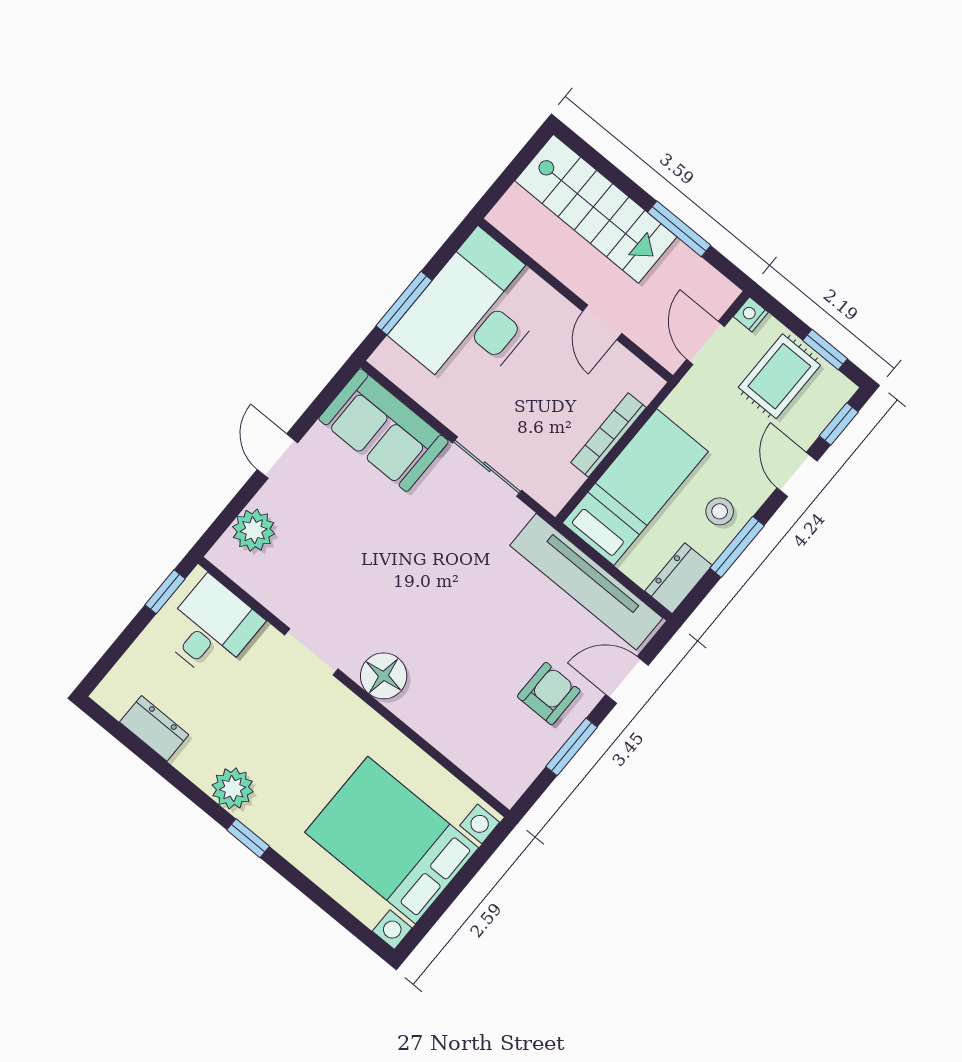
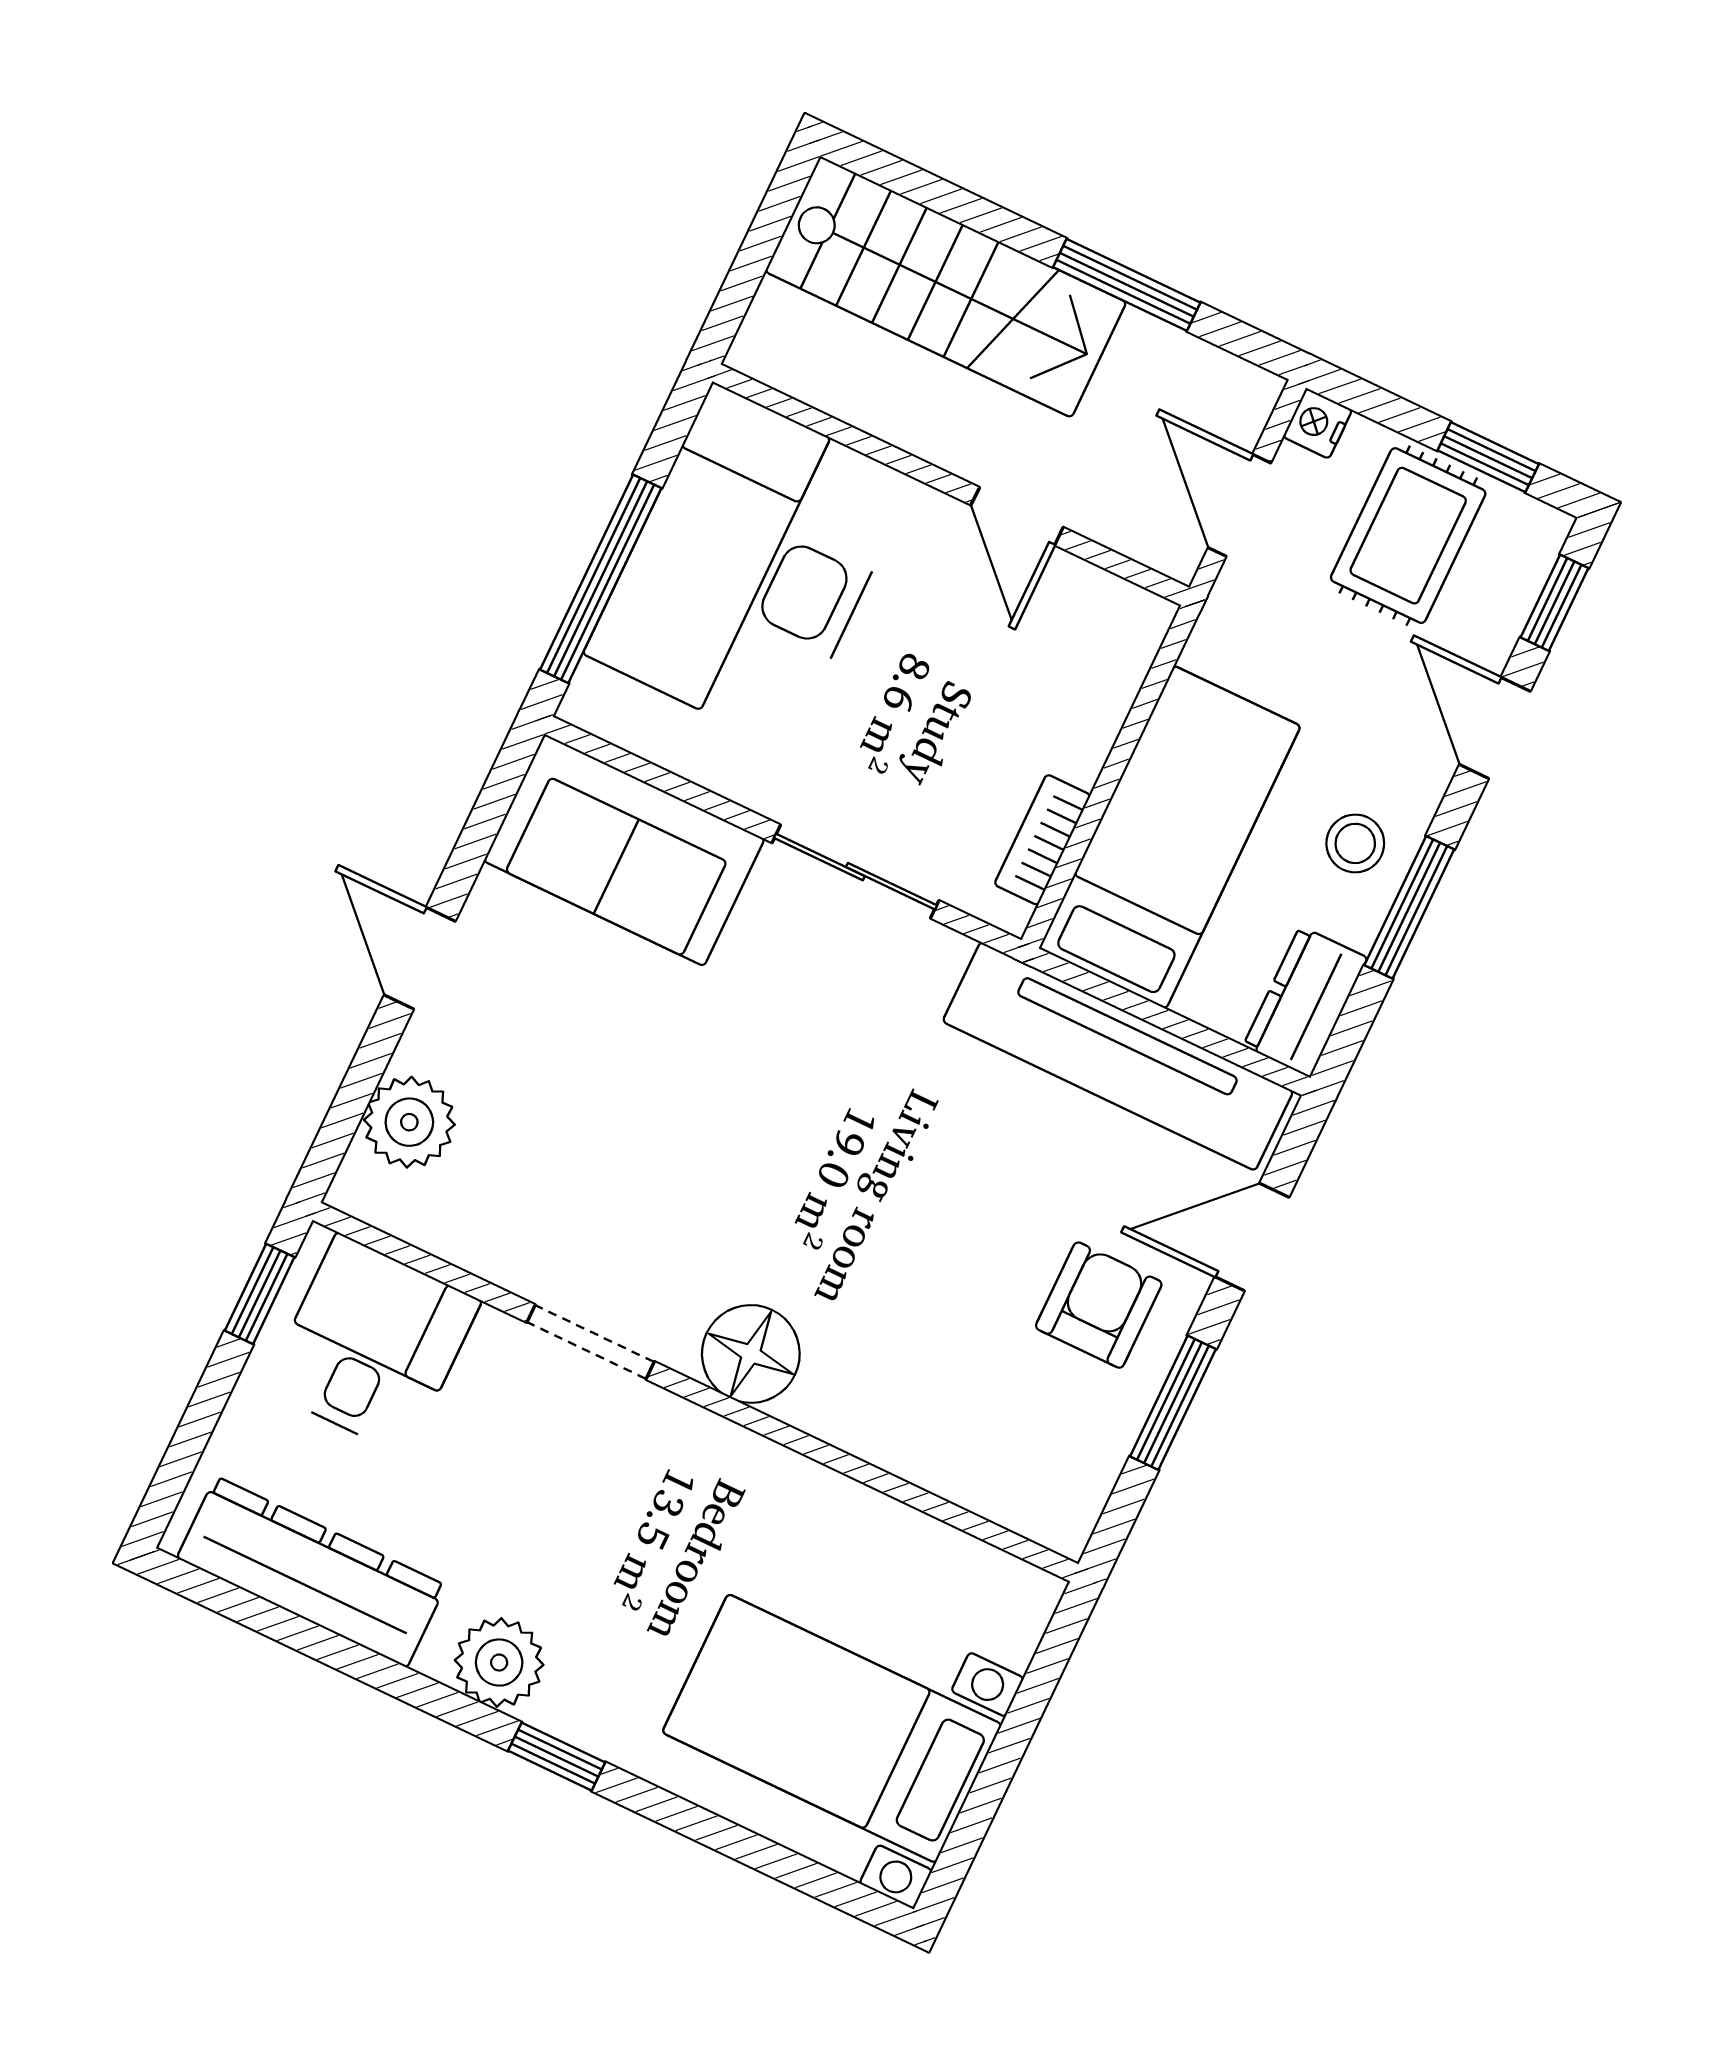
window: (404, 303) -> (601, 579), width x1.44
bookcase: (608, 435) -> (1042, 840), moved, width x0.64
dresser: (154, 728) -> (311, 1572), width x1.96, depth x1.24
bed with nightstands: (392, 840) -> (832, 1728), width x0.73

